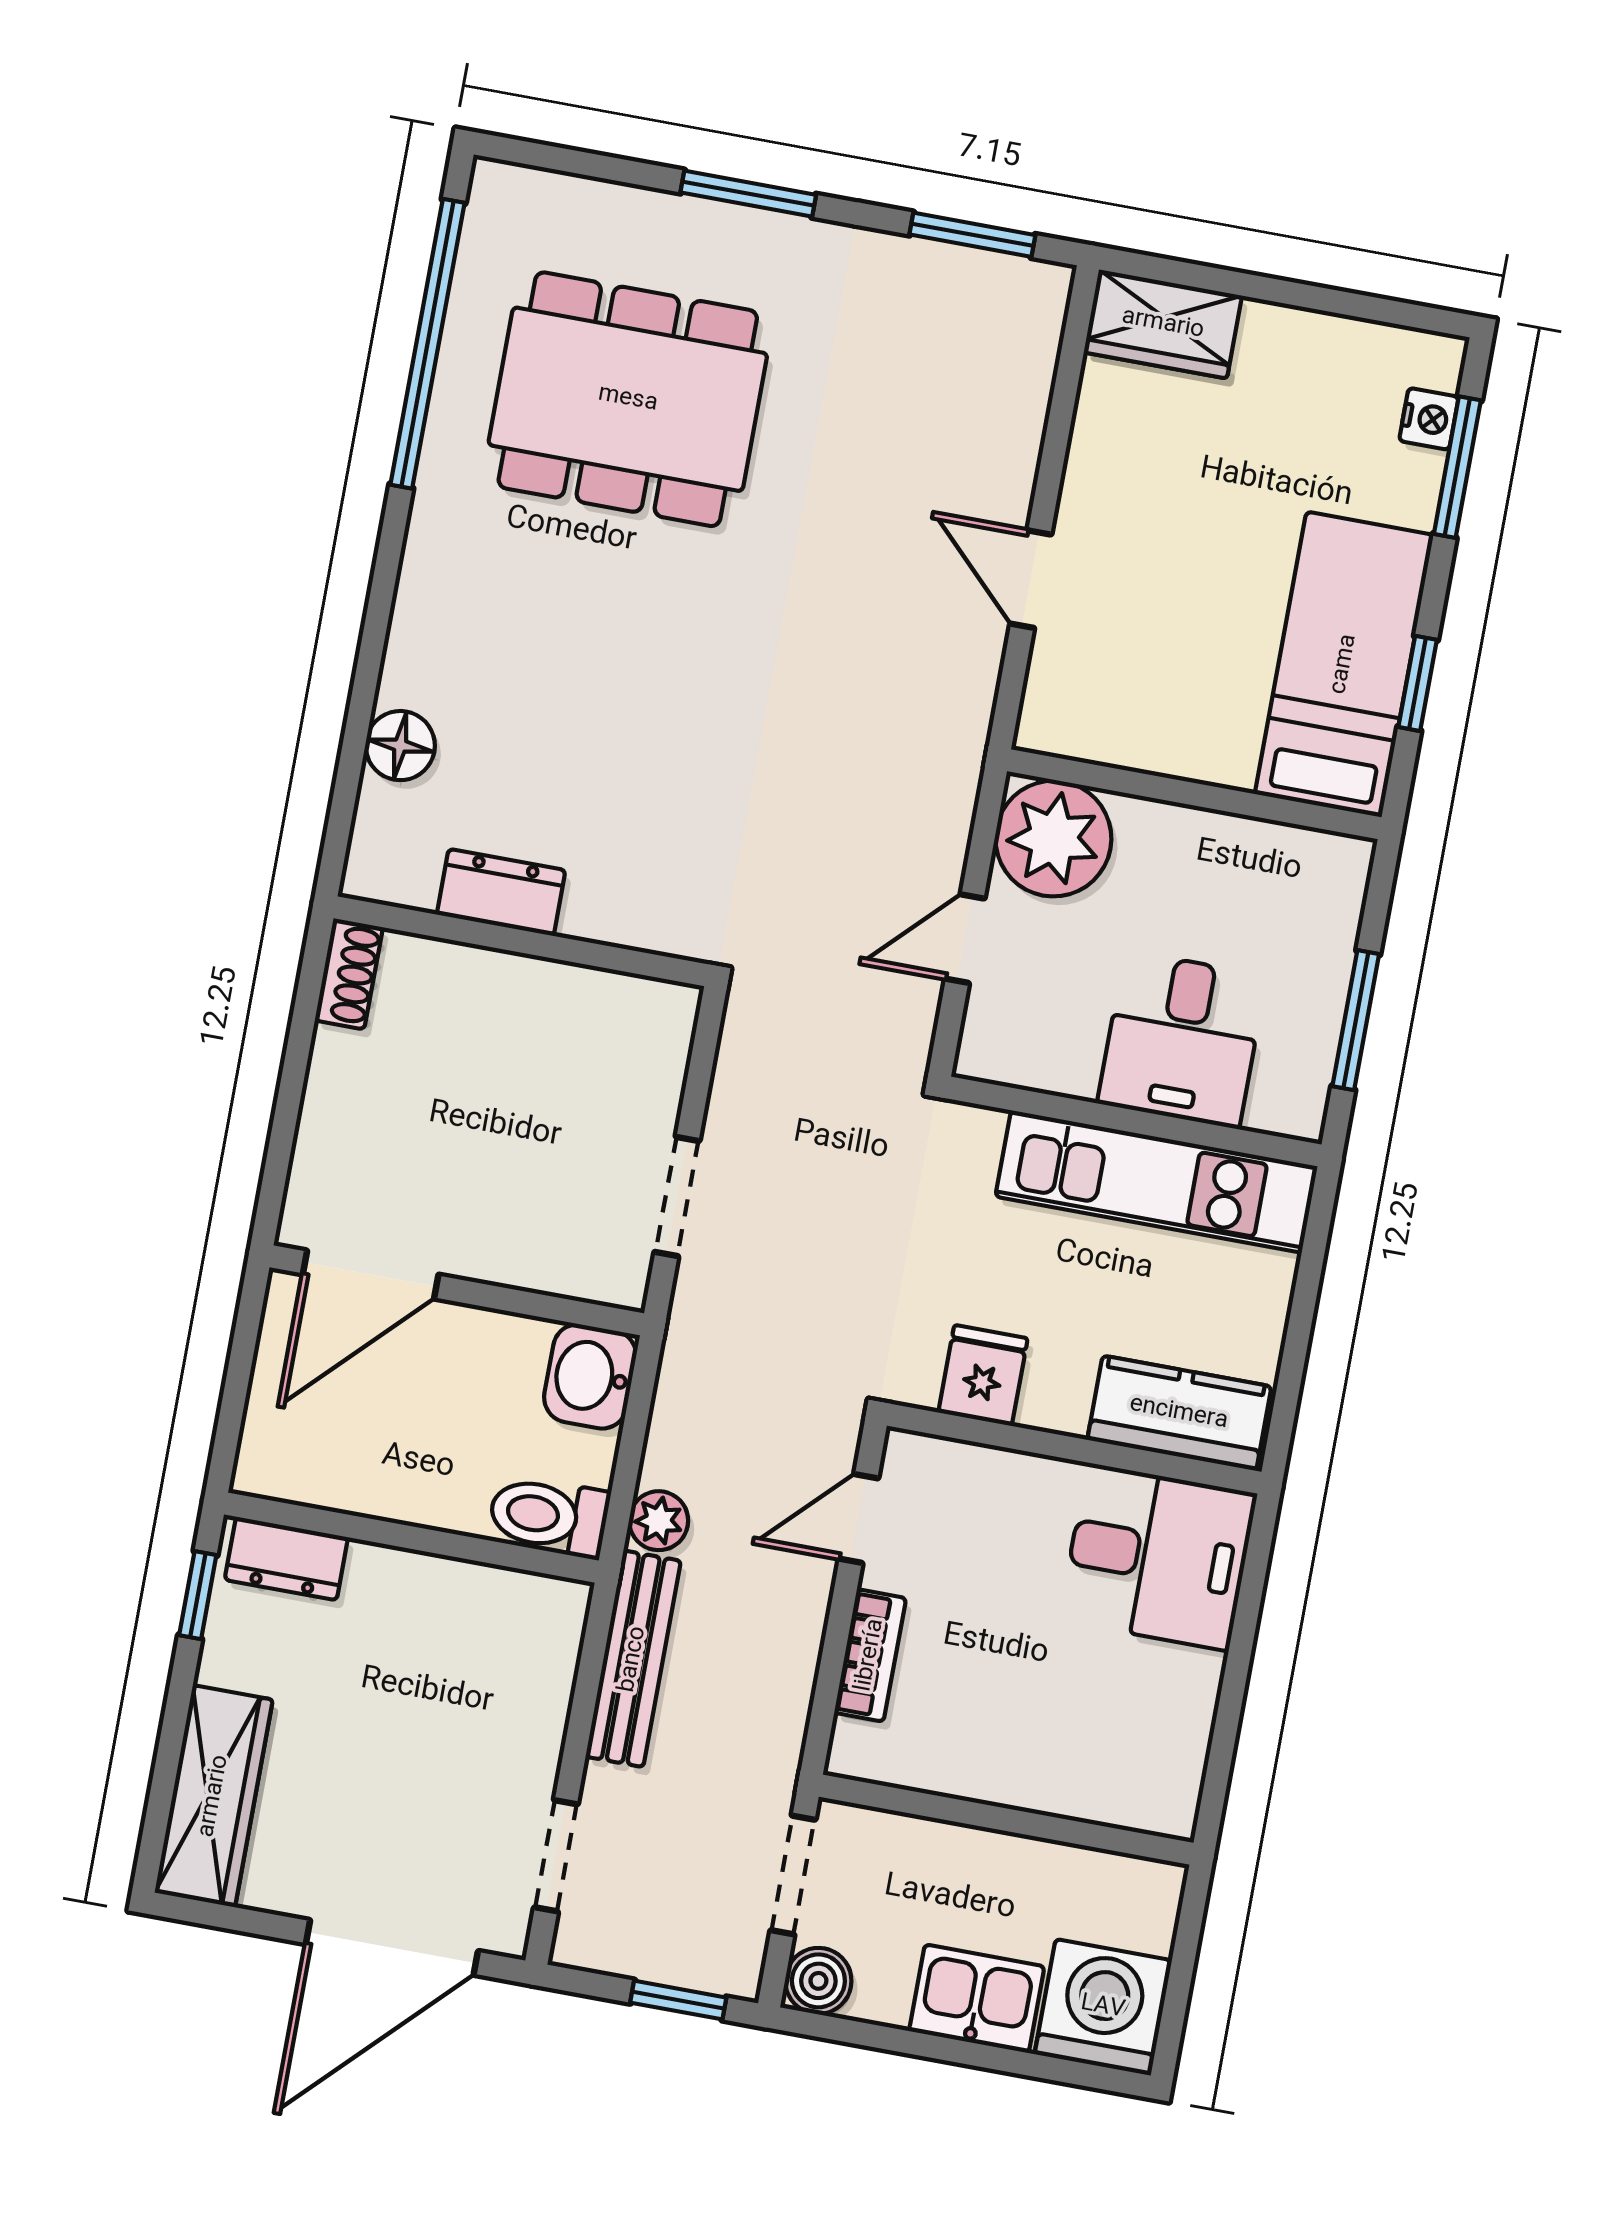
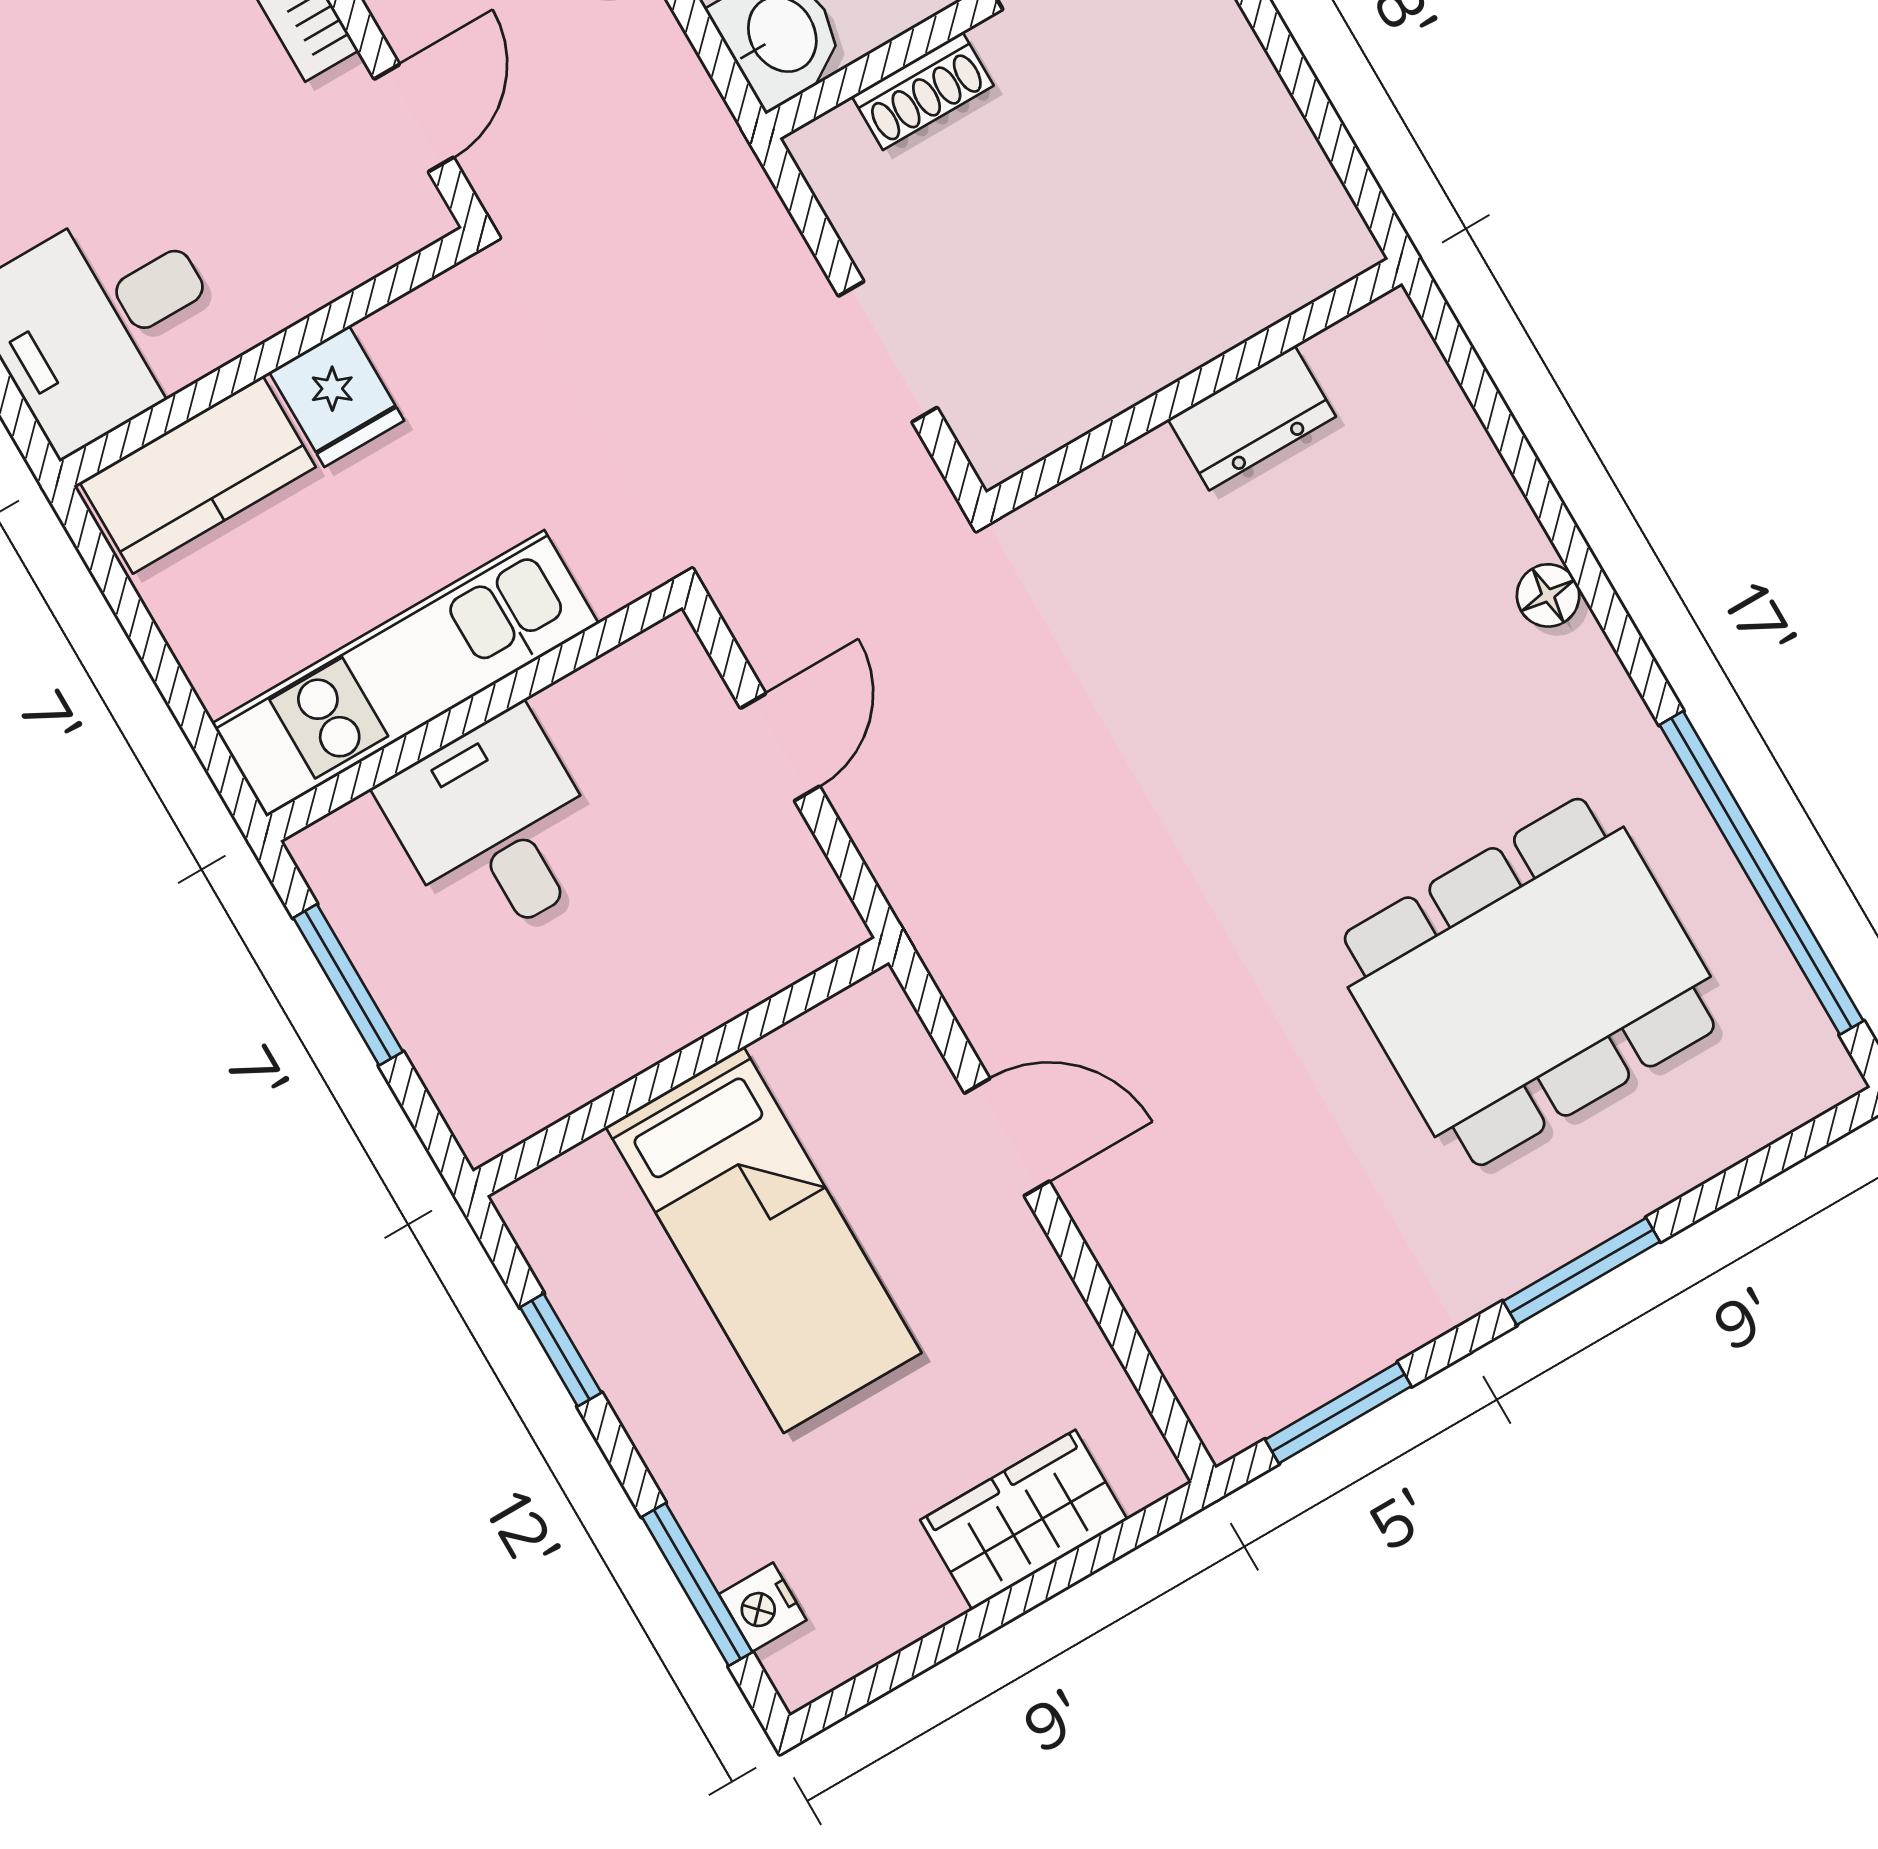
wardrobe: (1163, 324) -> (1024, 1520), moved
bed: (1344, 664) -> (763, 1240), moved
floor lamp: (400, 746) -> (1548, 595), moved, width x0.73, depth x0.73
plant: (1053, 839) -> (777, 912), removed
shoe rack: (349, 974) -> (923, 91), moved, turned -90
doorway: (677, 1196) -> (888, 352), moved
fridge: (983, 1375) -> (337, 396), moved

